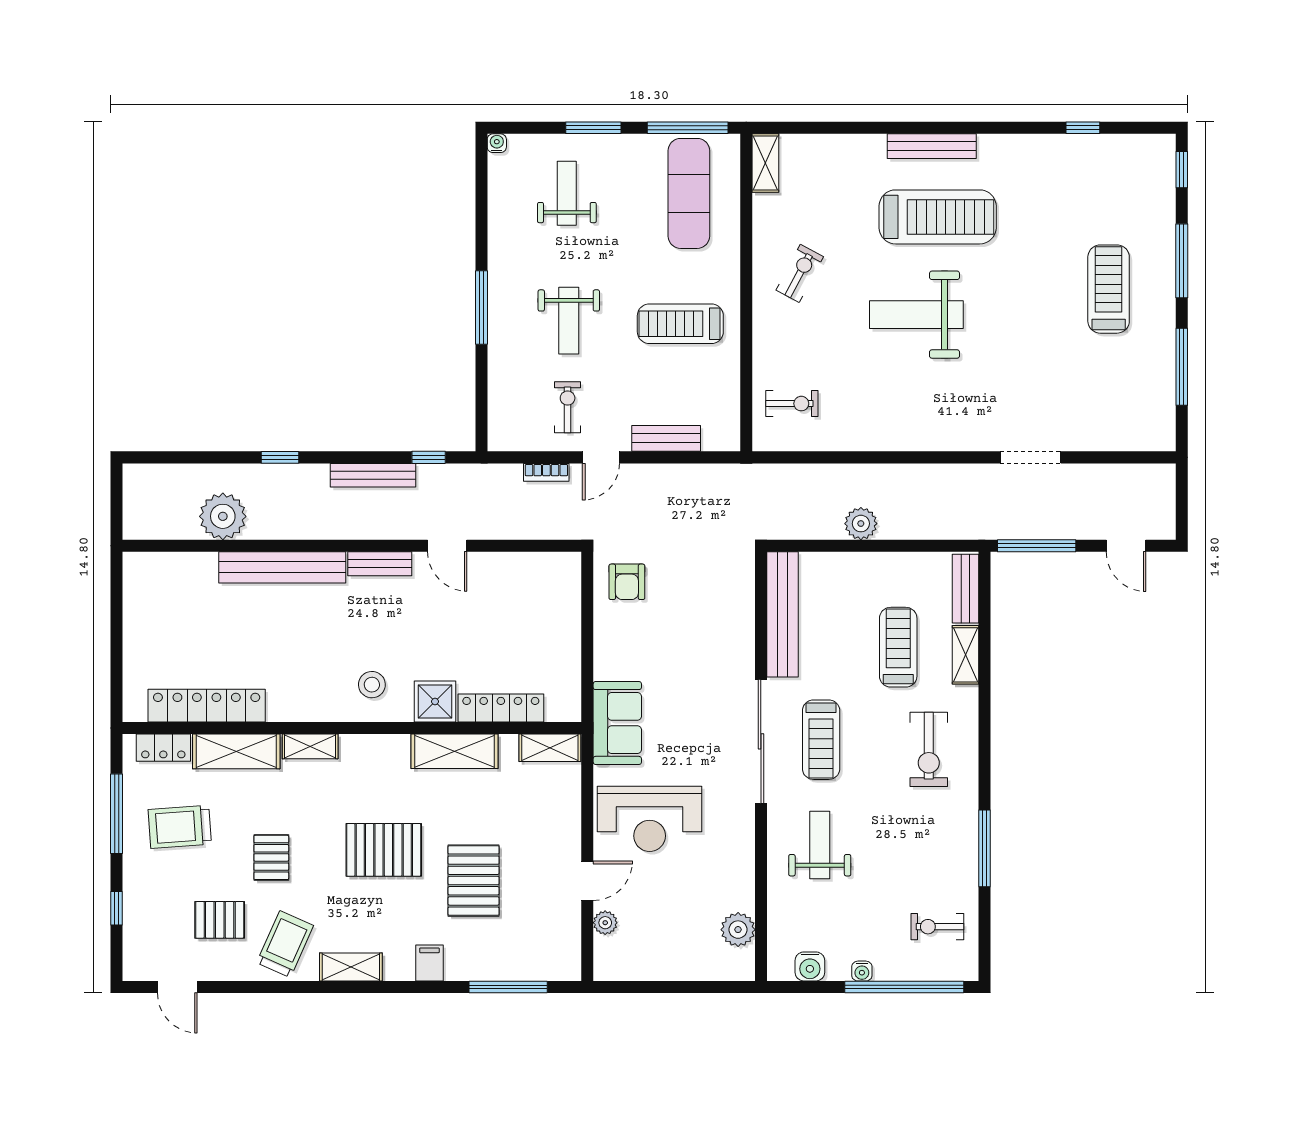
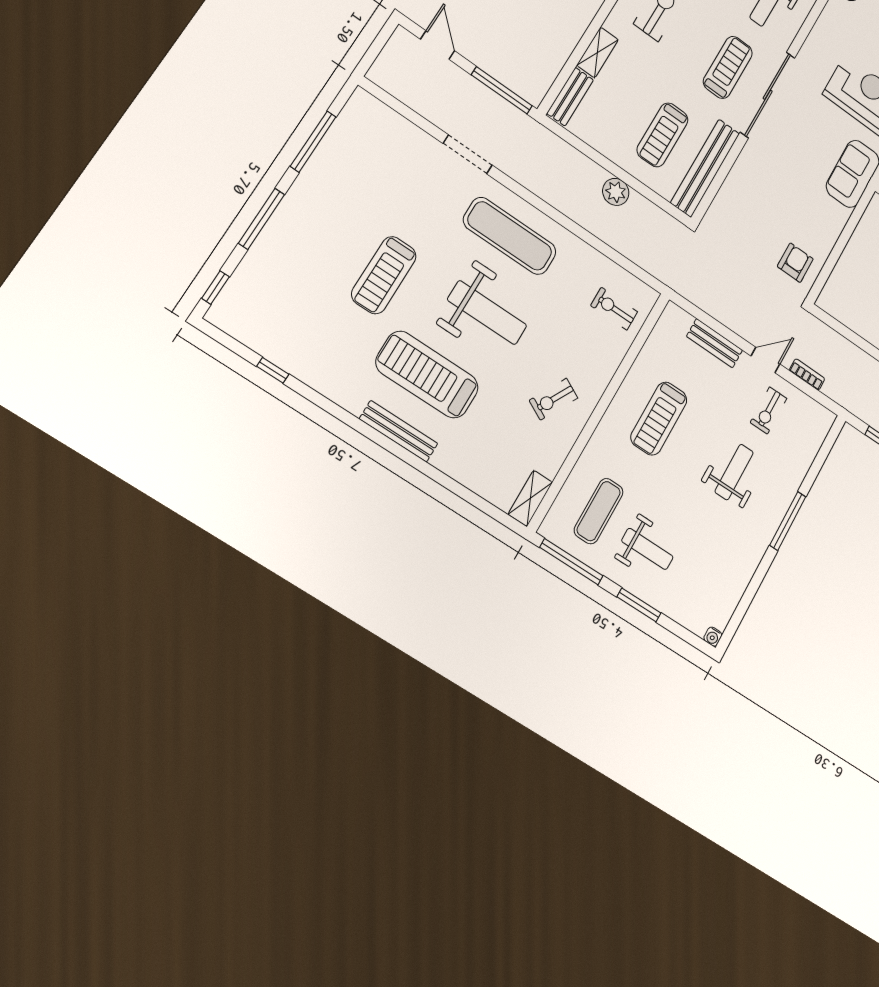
weight bench: (567, 193) -> (647, 549), moved, turned -90
exercise mat: (689, 193) -> (599, 511), width x0.73, depth x0.69
treadmill: (1109, 289) -> (384, 275), moved
treadmill: (680, 324) -> (659, 418), turned 90
exercise mat: (940, 405) -> (510, 236), added
treadmill: (898, 647) -> (663, 135), moved

